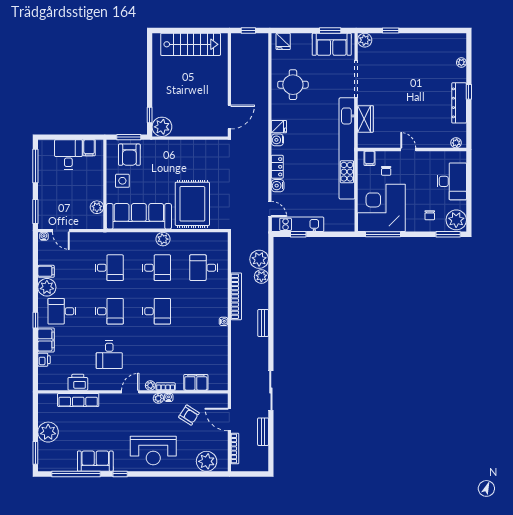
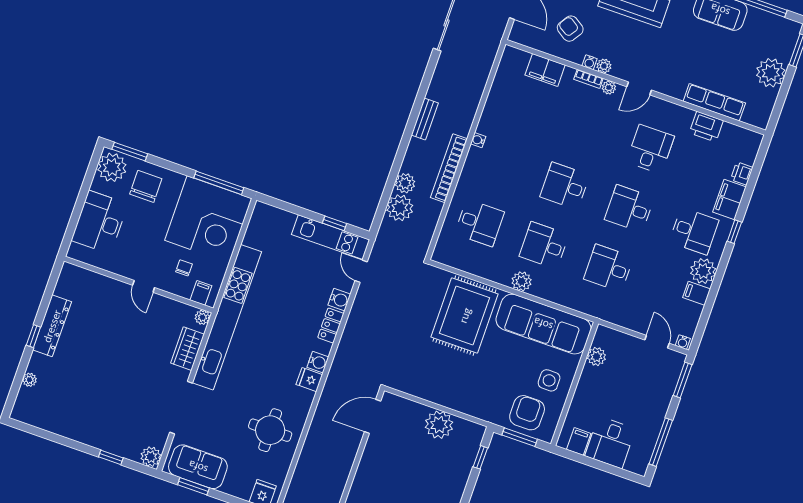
plant: (162, 127) -> (439, 425), moved
plant: (456, 143) -> (202, 317), moved
chair: (430, 215) -> (146, 186), width x1.87, depth x1.87

